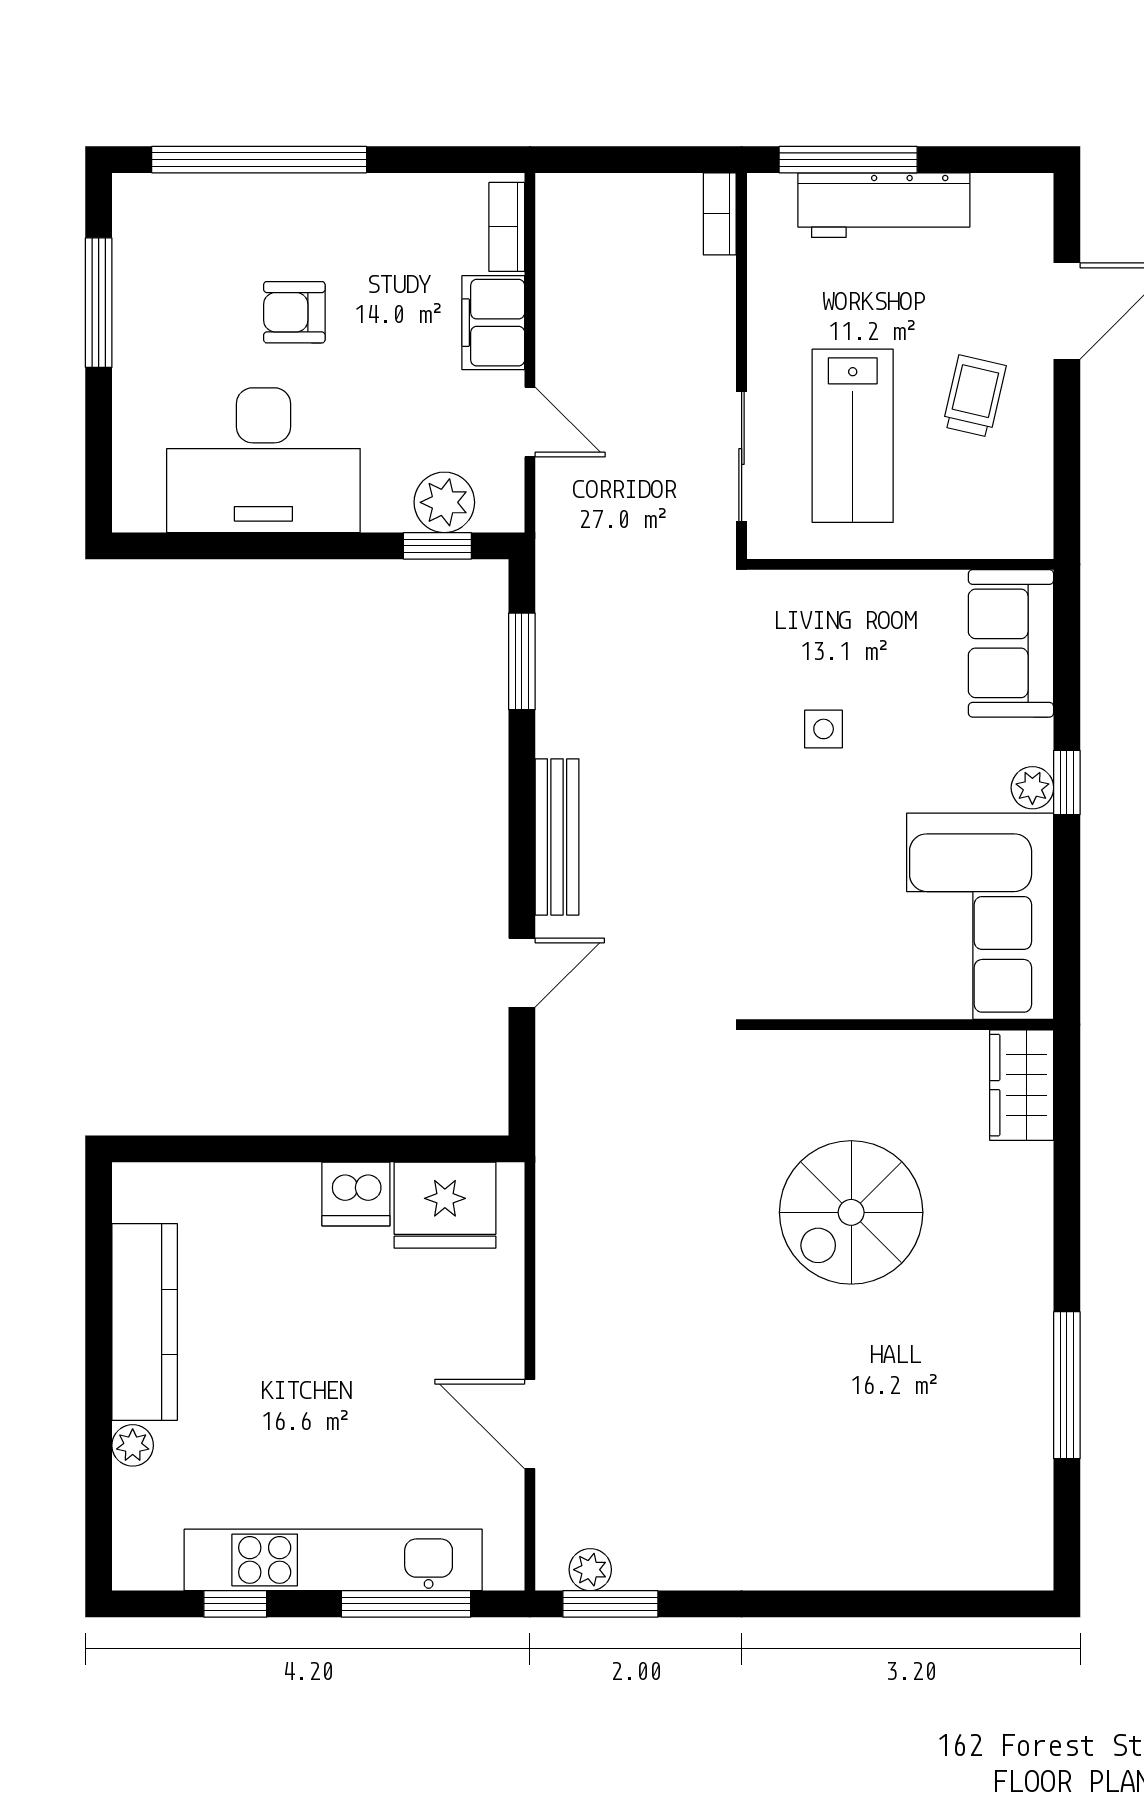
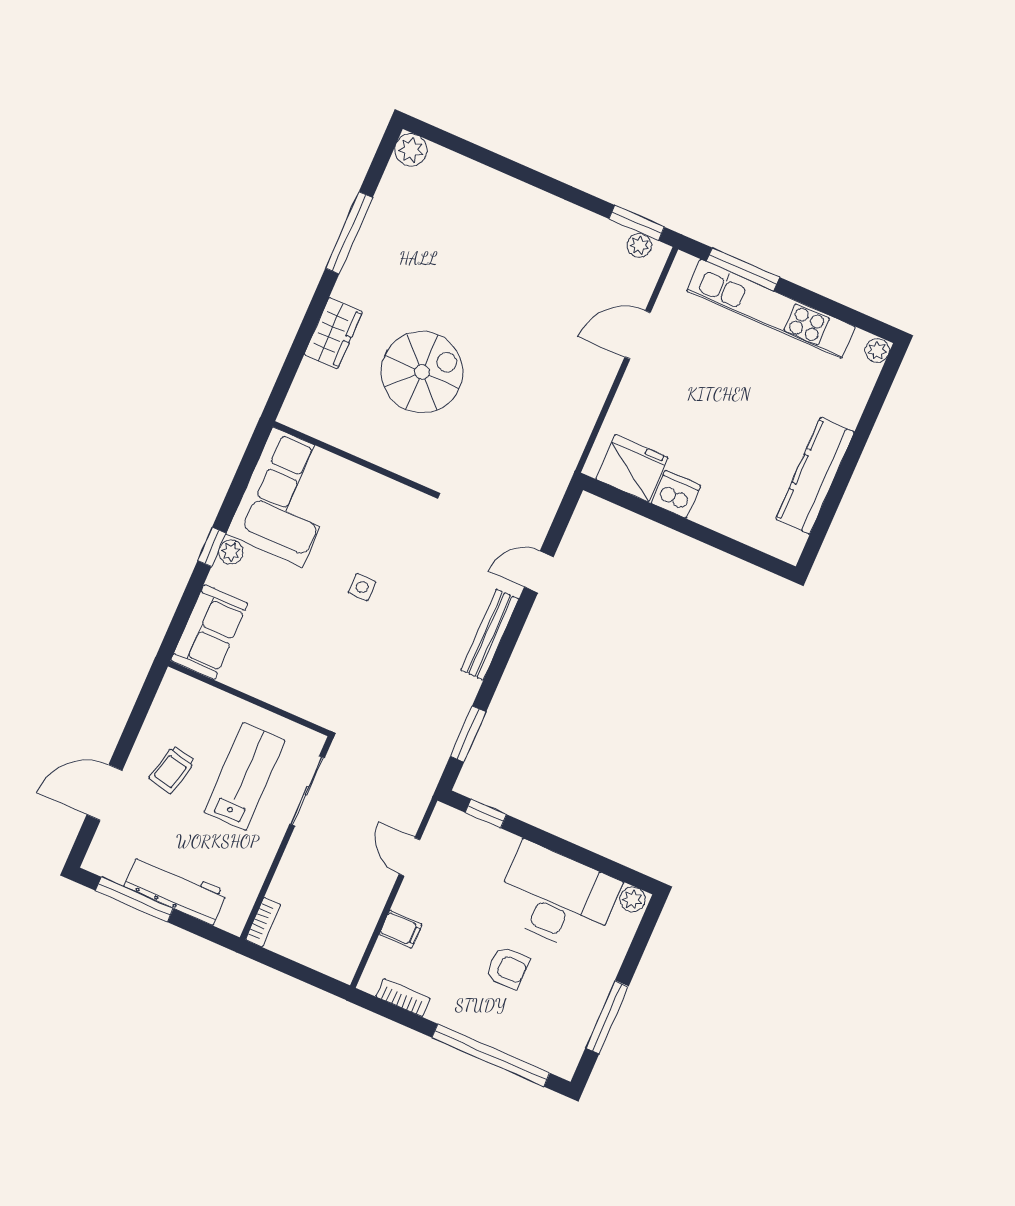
window: (848, 160) -> (134, 899), moved
bookcase: (507, 227) -> (403, 998), moved, turned -90
filing cabinet: (493, 323) -> (401, 929), width x0.50
plant: (444, 502) -> (633, 899), moved, width x0.73, depth x0.73
side table: (824, 729) -> (362, 587), moved
wardrobe: (1022, 1085) -> (333, 333), moved
door: (530, 1424) -> (638, 335), swing flipped
plant: (133, 1445) -> (877, 351), moved
plant: (1025, 1563) -> (411, 150), added
window: (235, 1604) -> (832, 308), removed

